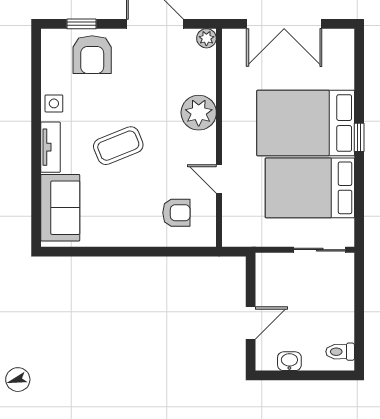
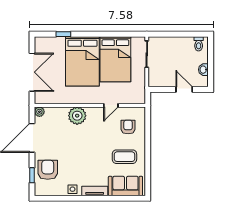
armchair: (92, 55) -> (48, 170), turned -90
window: (359, 137) -> (63, 34), moved
coffee table: (118, 146) -> (124, 157), moved, turned -68

